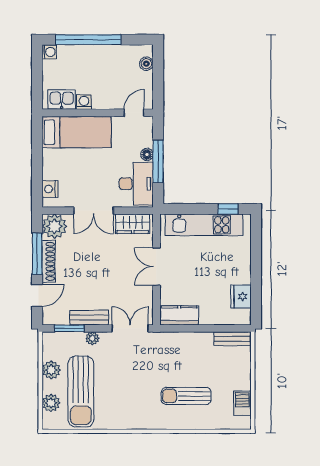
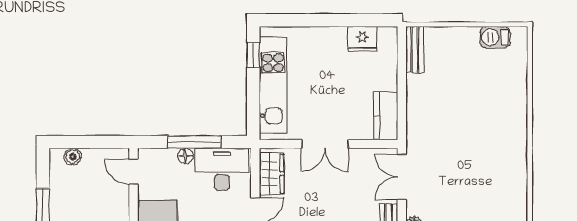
sun lounger: (186, 396) -> (486, 107), removed

